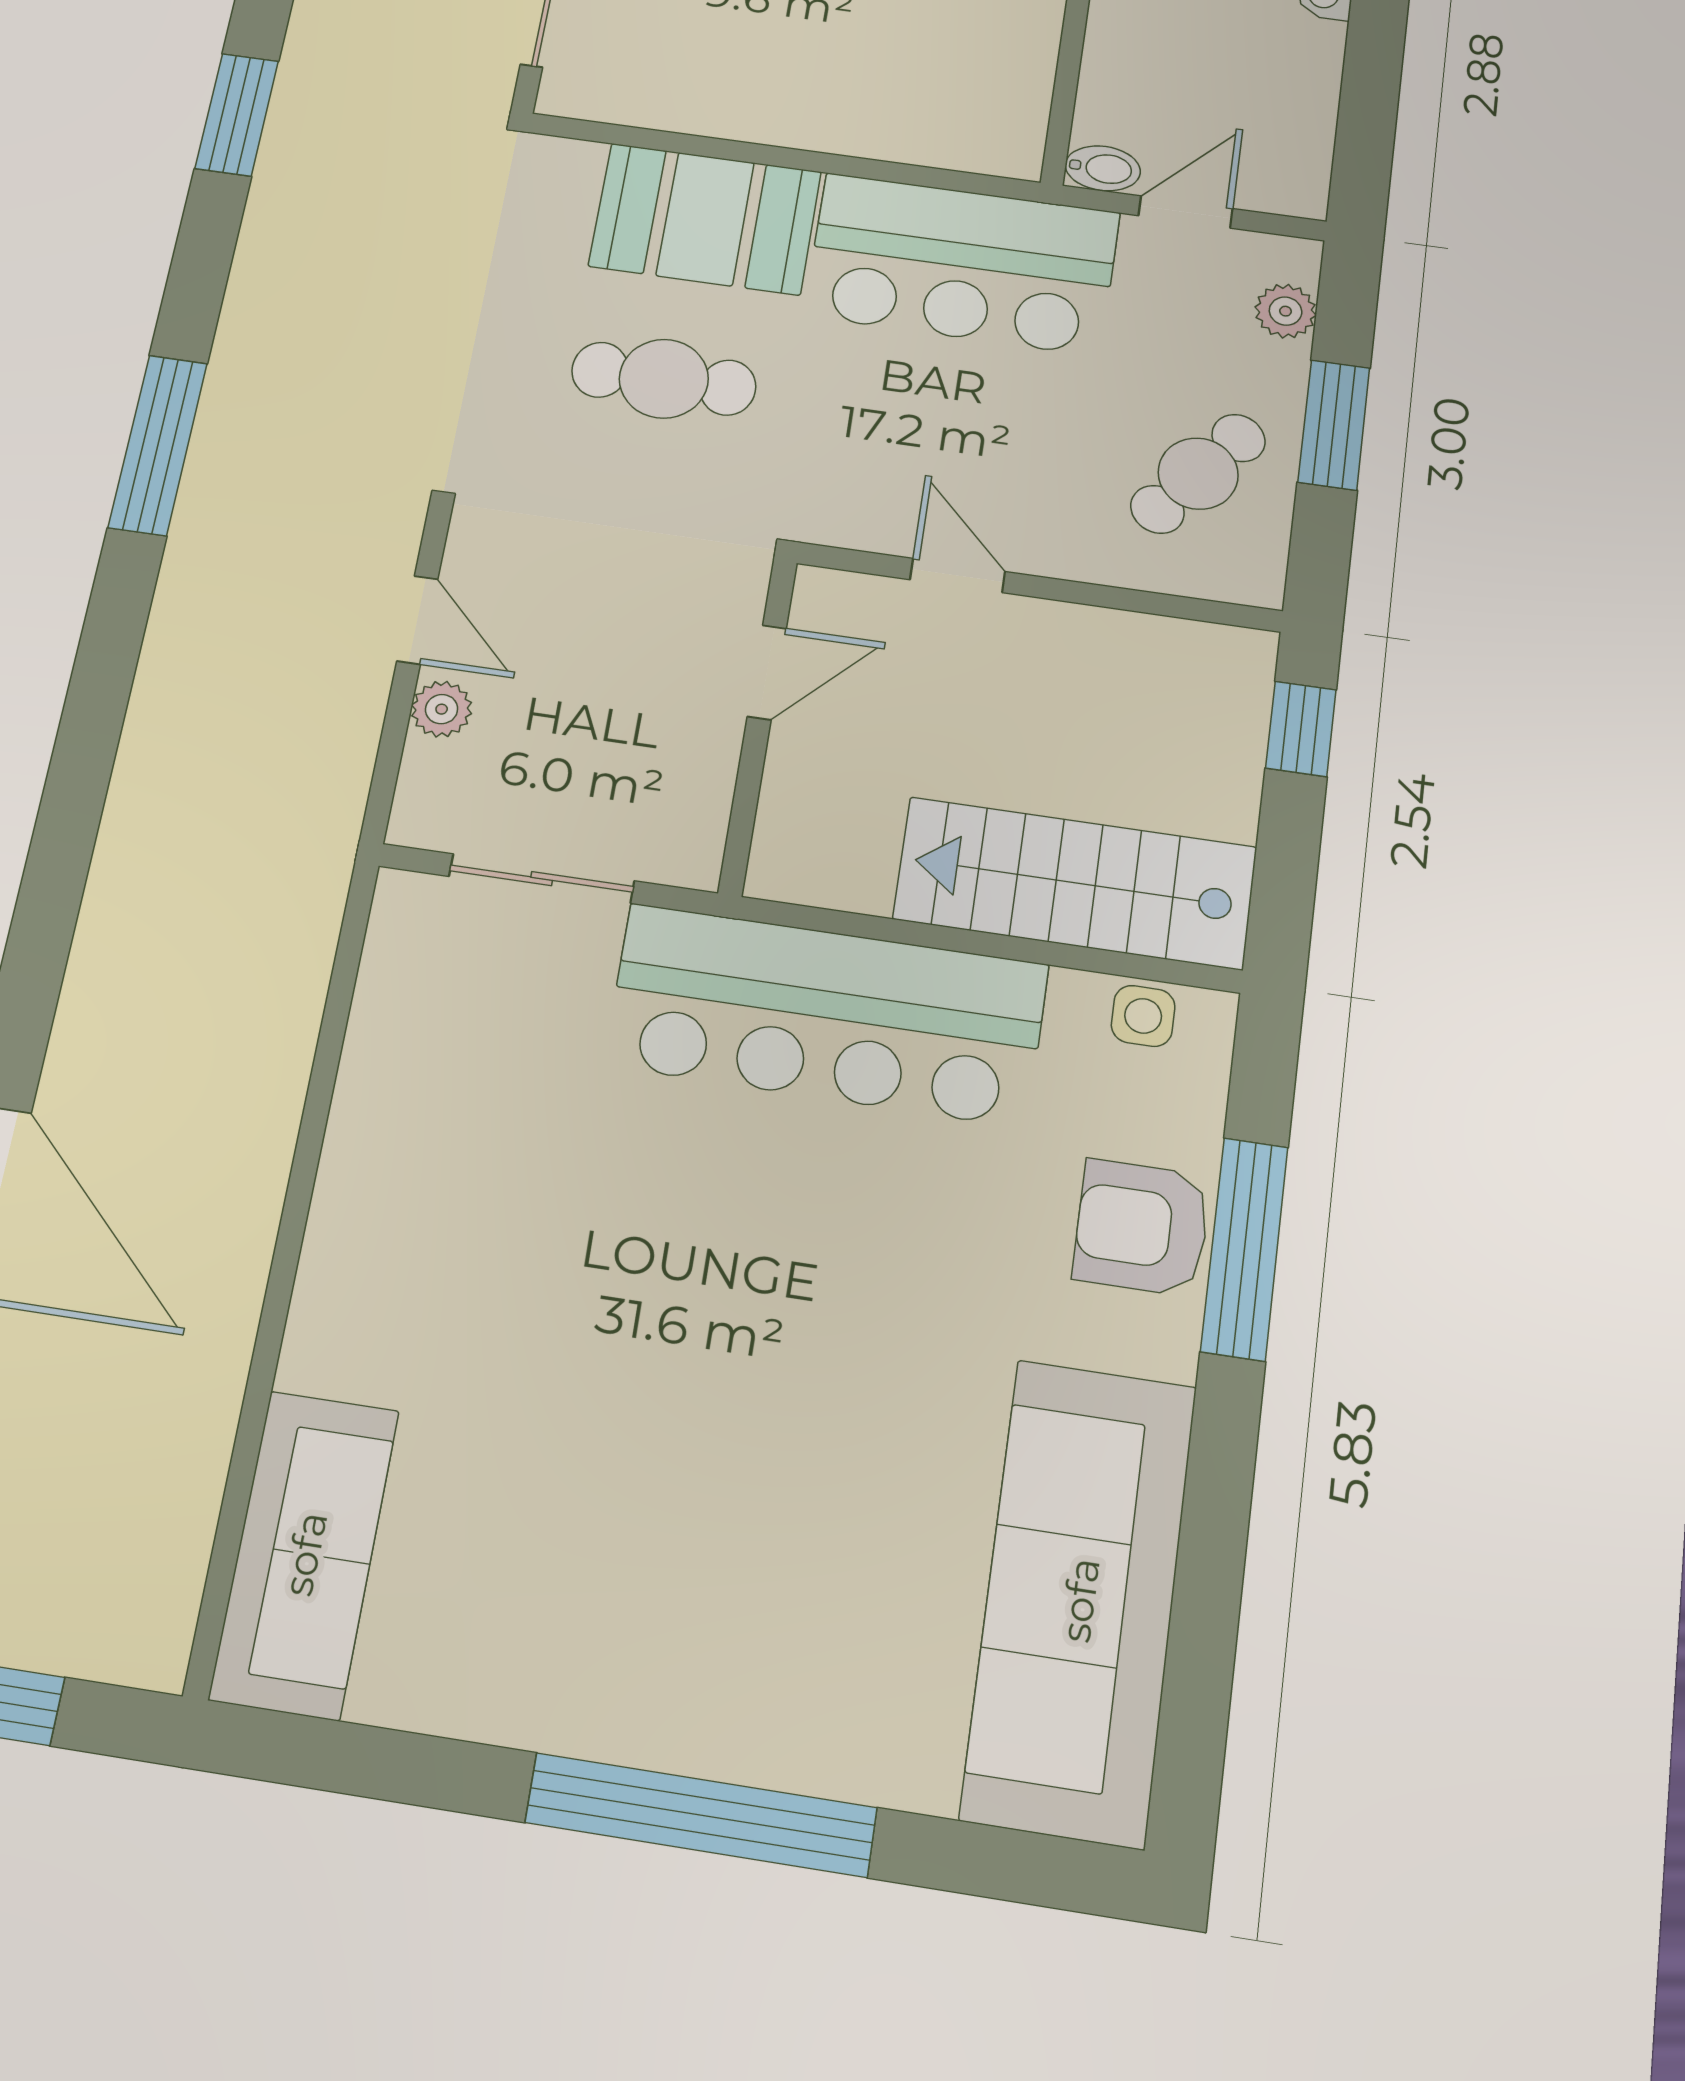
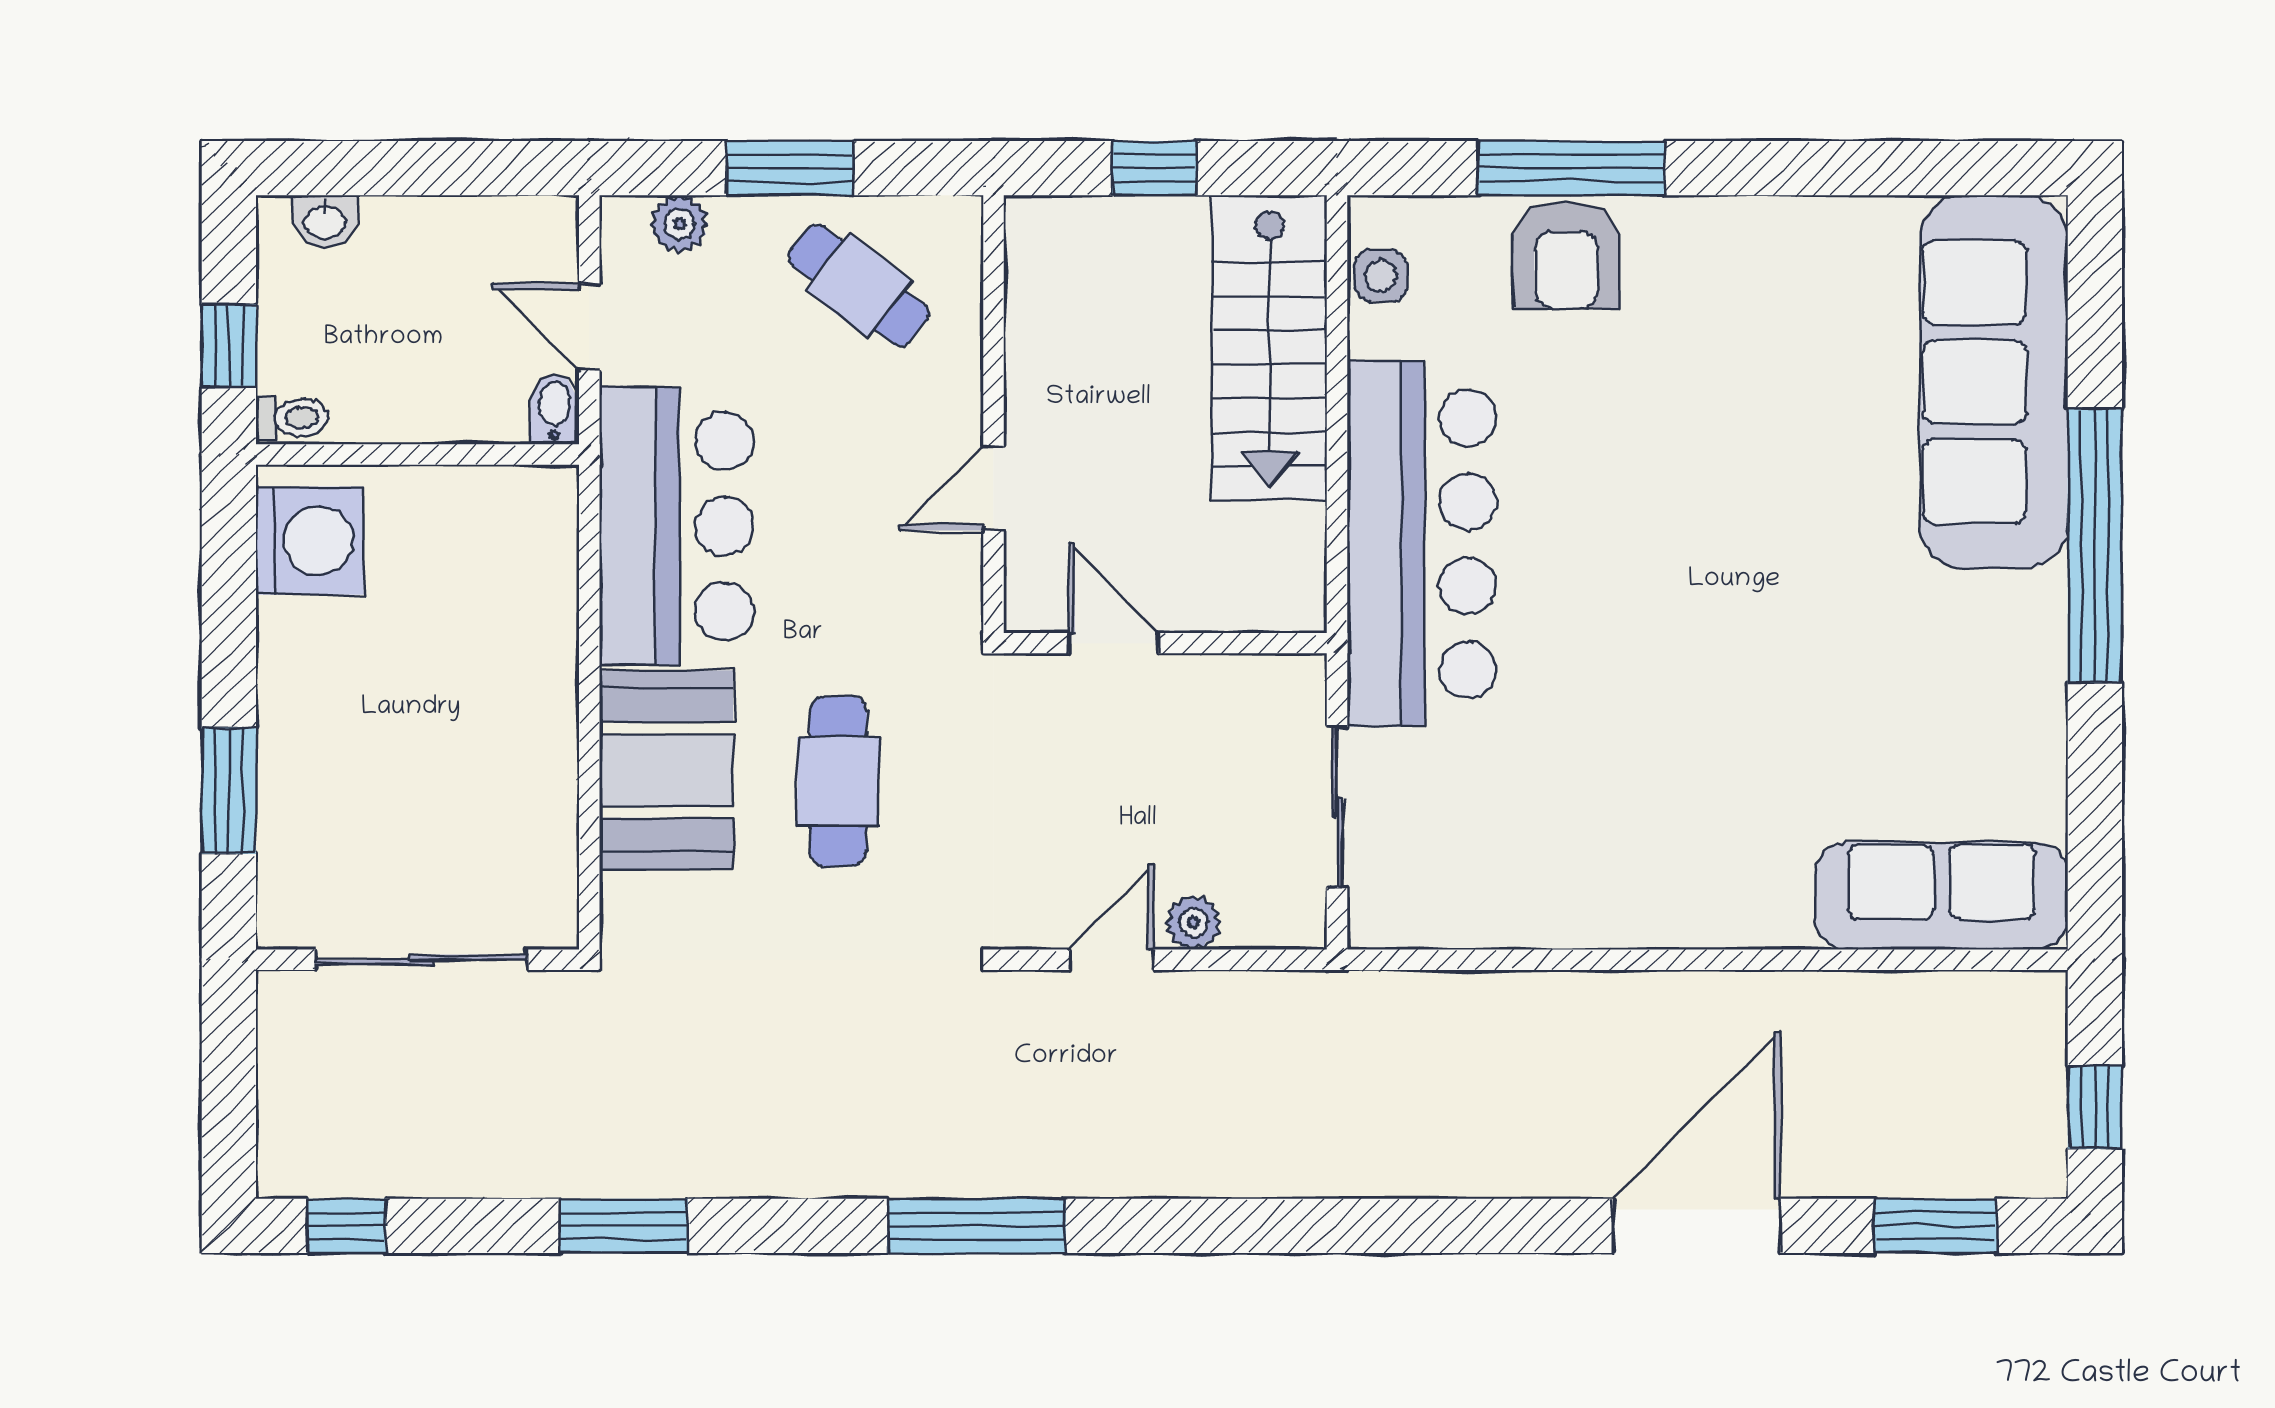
window: (1301, 729) -> (1155, 168), moved
sofa: (1080, 1600) -> (1994, 382), moved, turned 90

